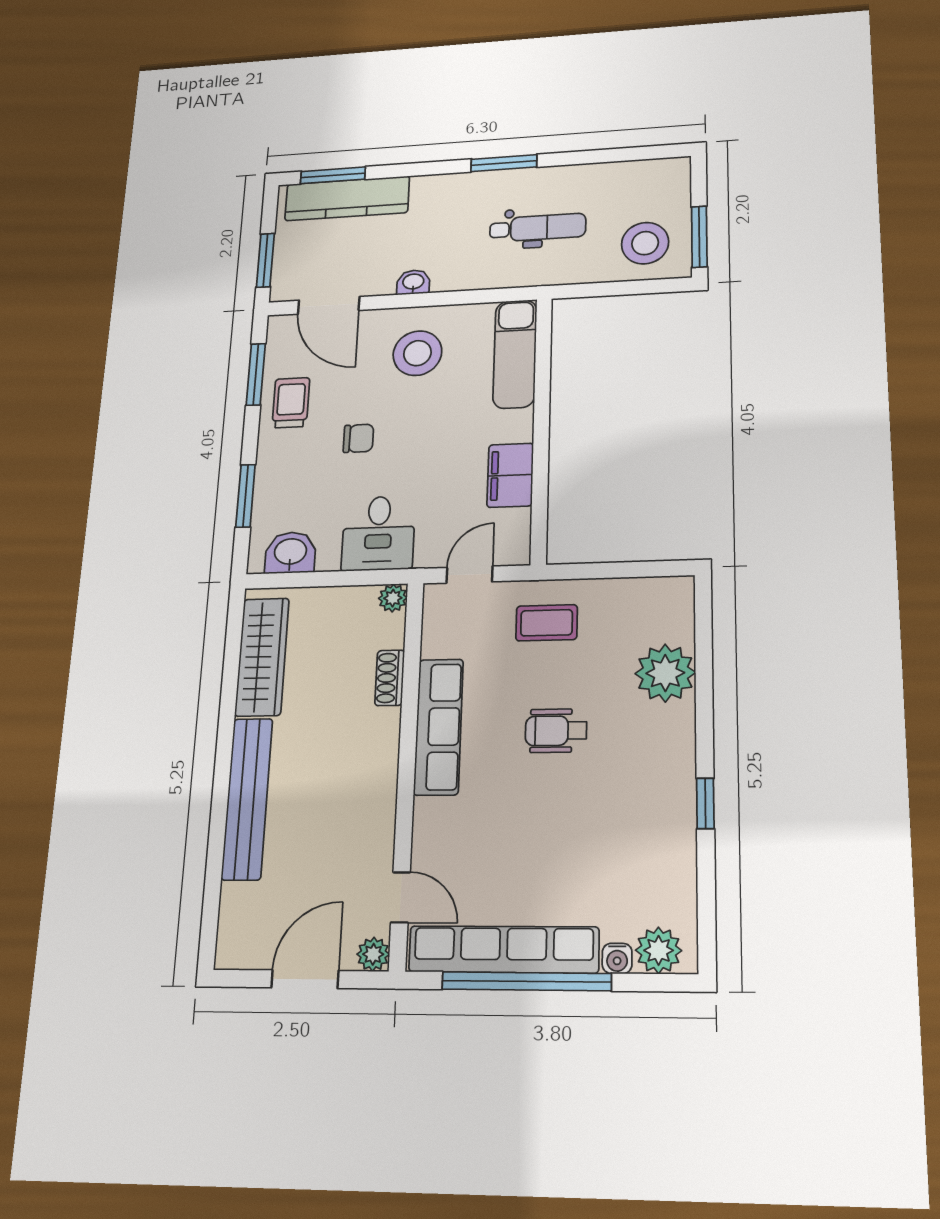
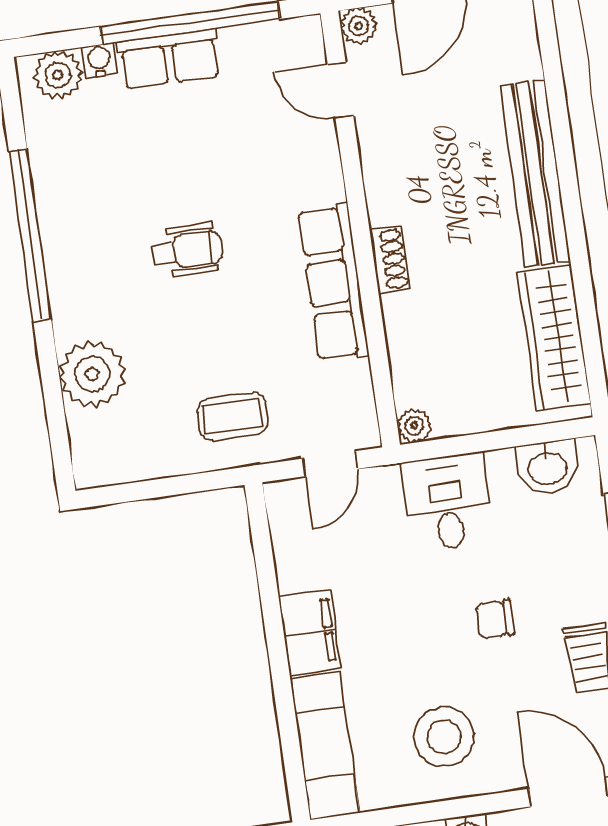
filing cabinet: (510, 475) -> (310, 632), moved
shoe rack: (390, 678) -> (389, 259), moved
wheelchair: (556, 731) -> (187, 251), moved
window: (705, 803) -> (30, 236), width x3.17
row of seats: (503, 949) -> (169, 59), width x0.50

